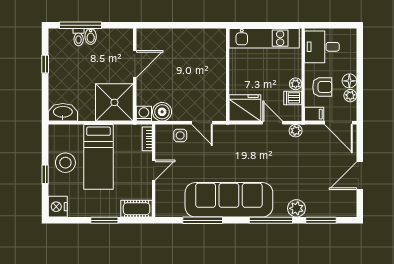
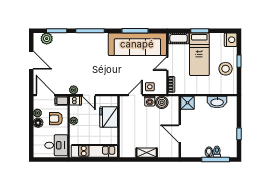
shelving: (185, 36) -> (147, 153), added
door: (135, 64) -> (180, 134), hinge flipped
dishwasher: (293, 98) -> (76, 101), moved
shower: (114, 102) -> (187, 103), width x0.54, depth x0.54
fridge: (245, 108) -> (109, 117), moved, turned 90
washbasin: (63, 112) -> (217, 102), moved
washing machine: (144, 114) -> (150, 101), moved
door: (202, 123) -> (135, 95), hinge flipped
bed: (99, 157) -> (199, 54), moved, turned 180
door: (360, 176) -> (31, 60), hinge flipped
sofa: (229, 200) -> (137, 44), moved
plant: (297, 208) -> (47, 39), moved

